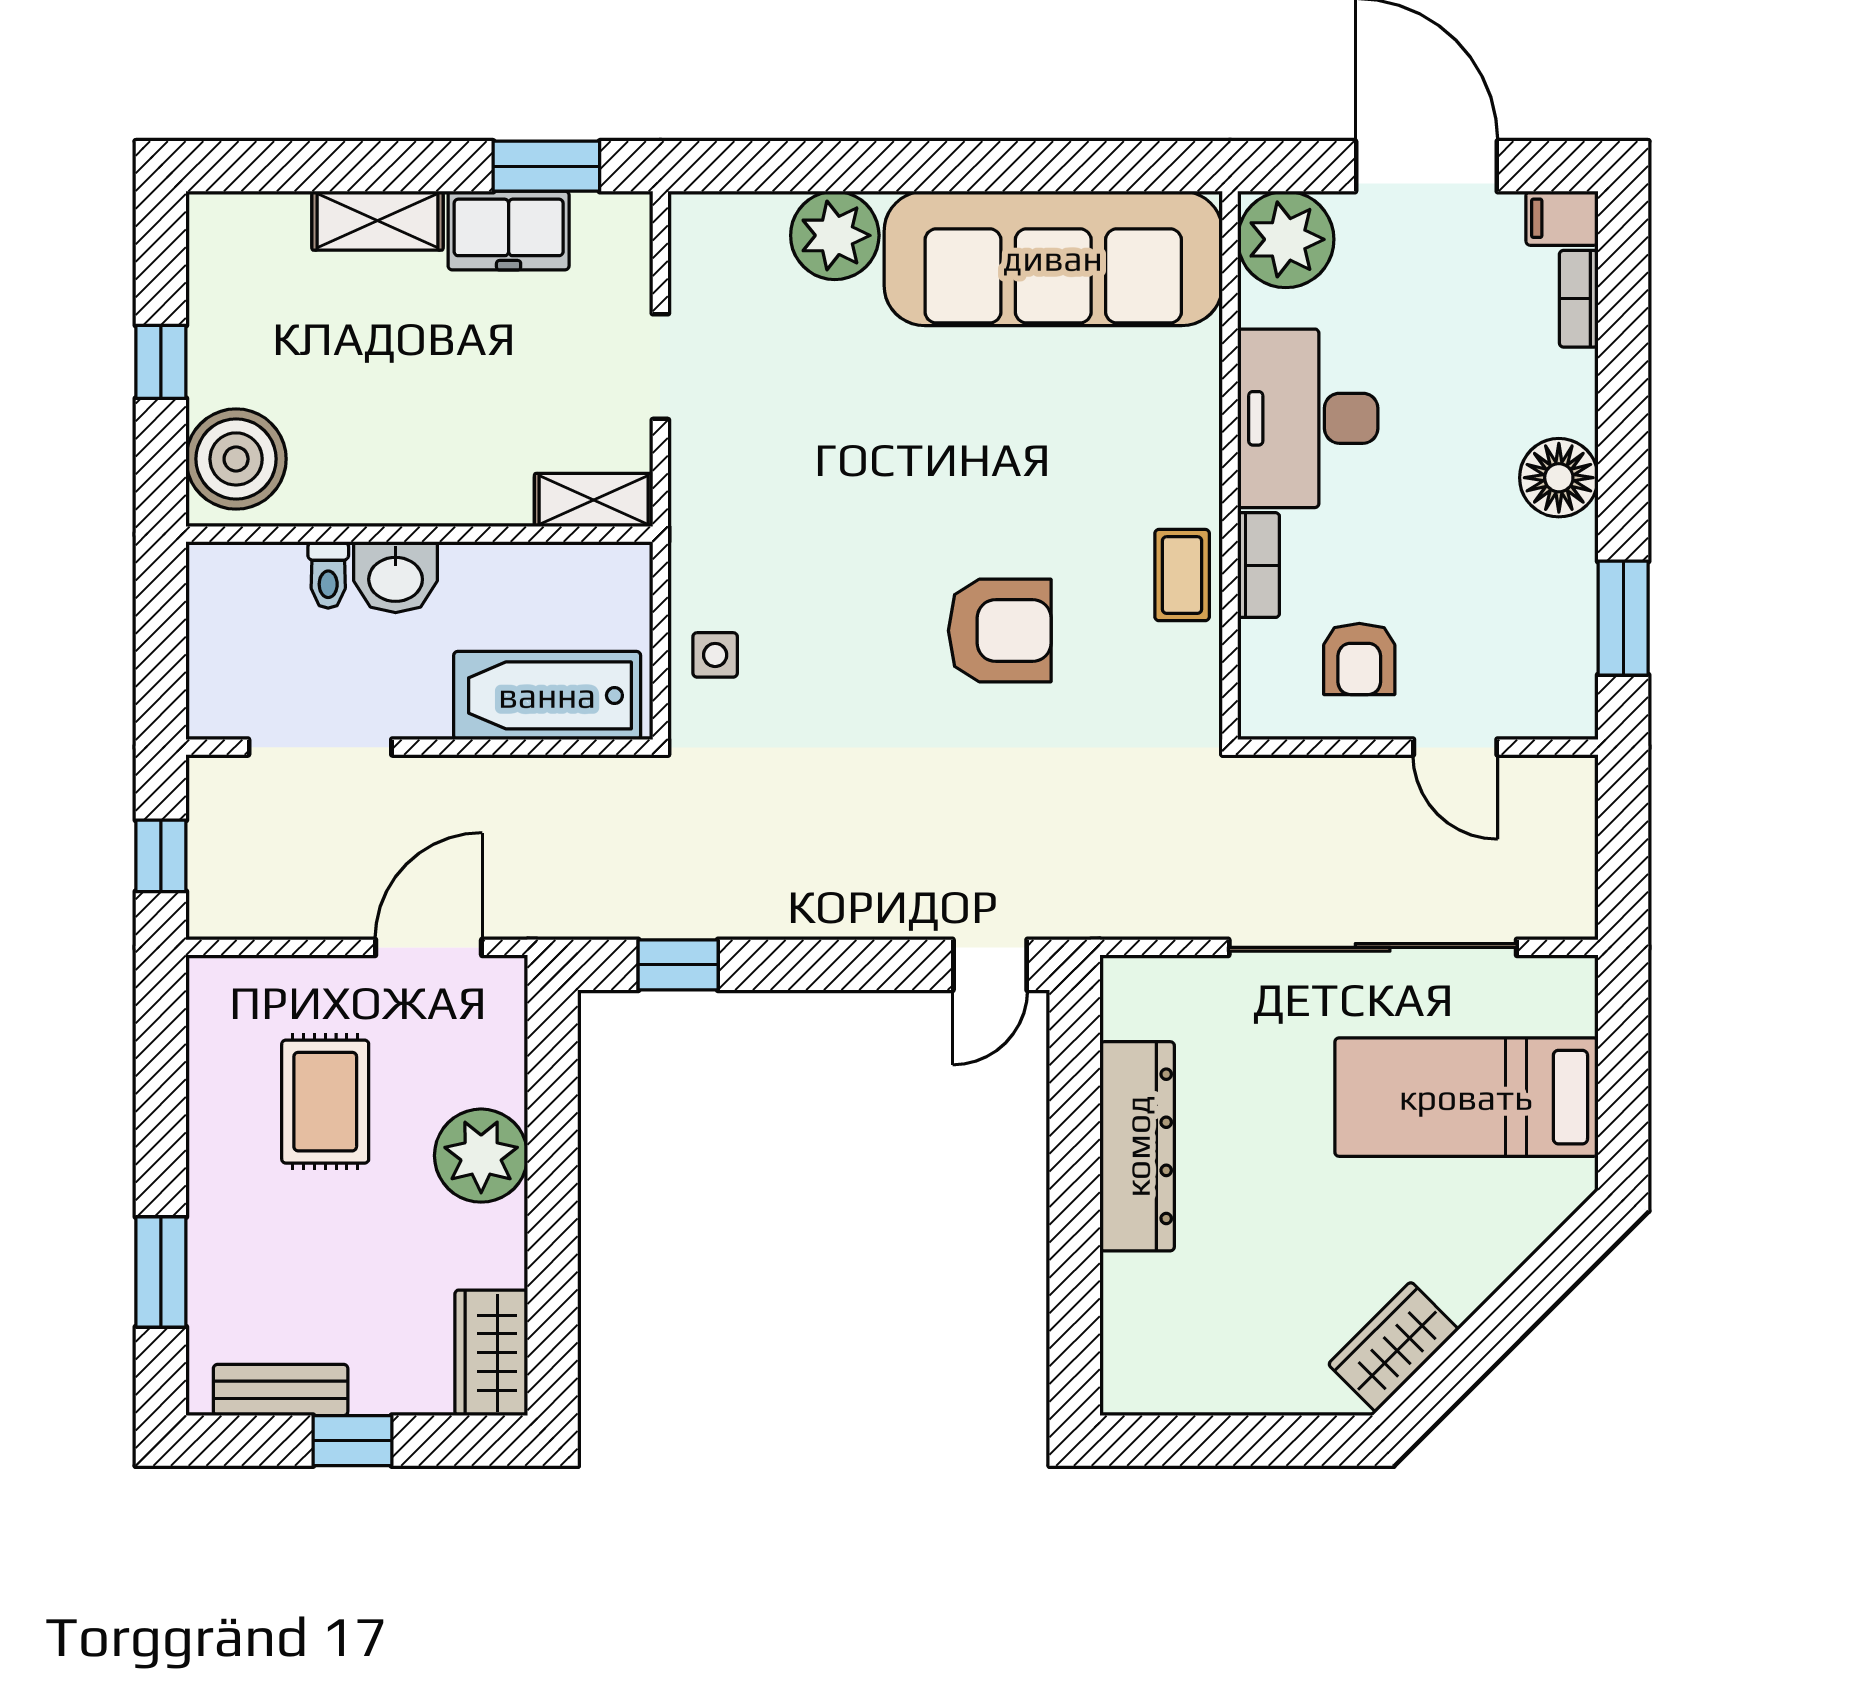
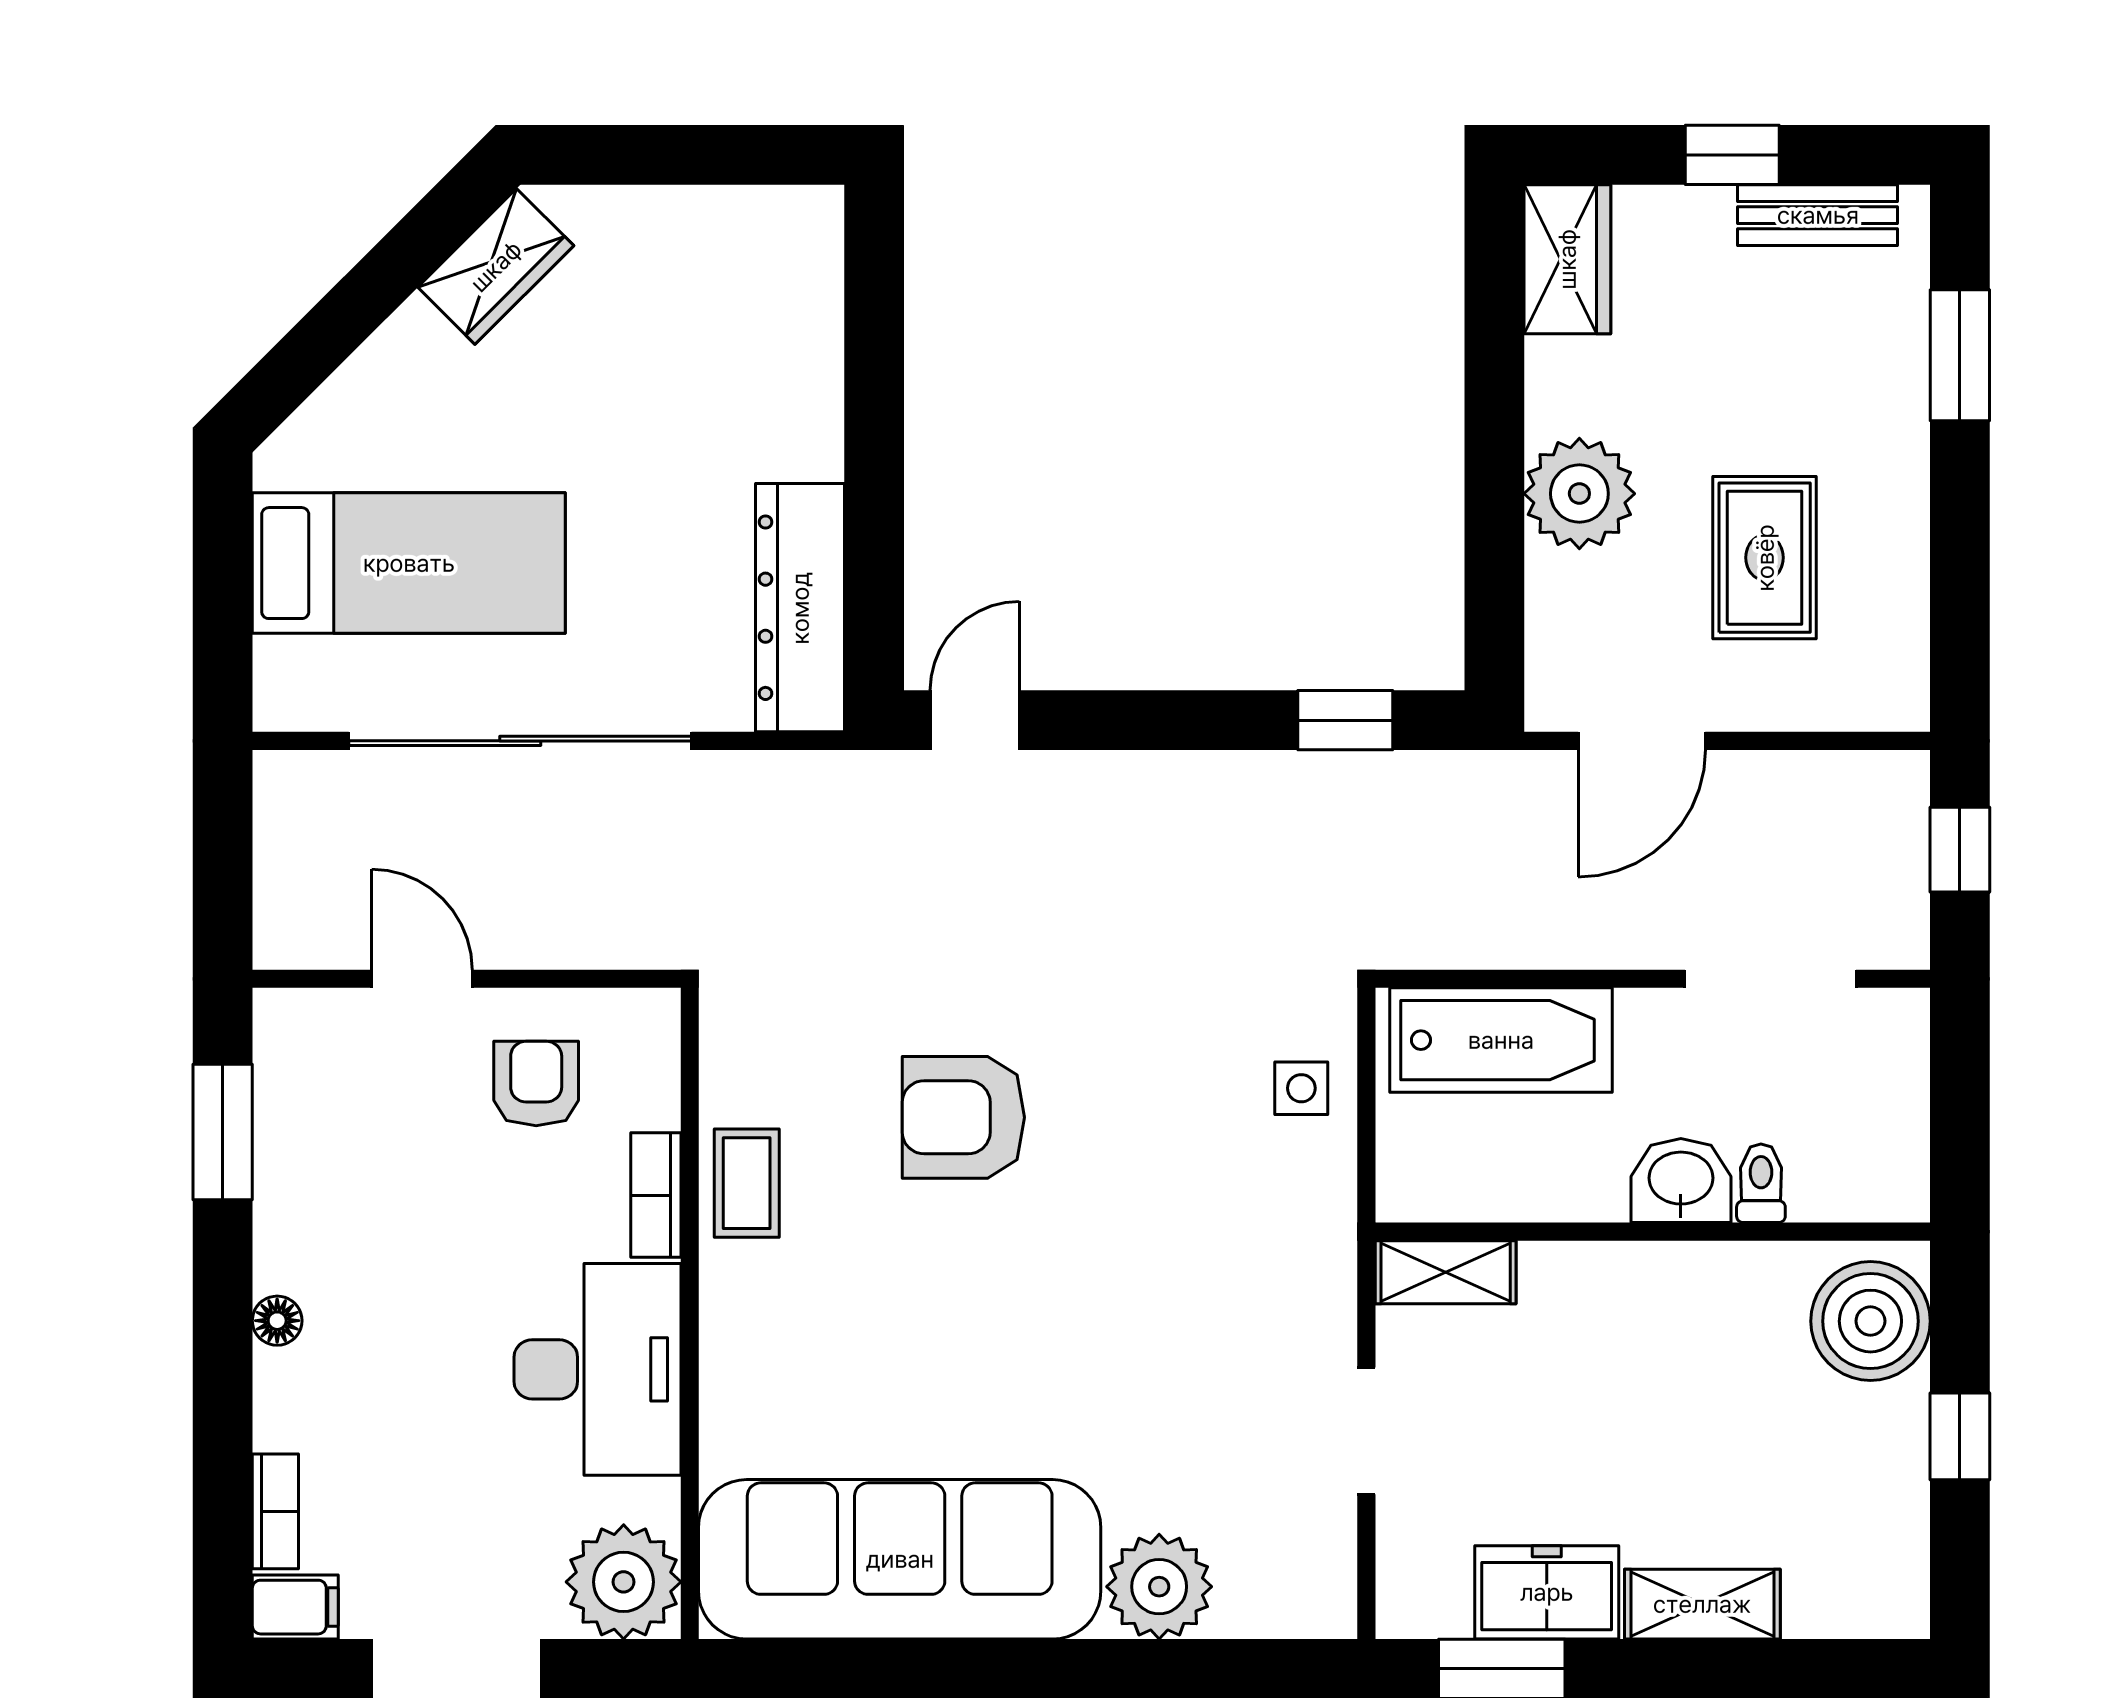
floor lamp: (1559, 478) -> (277, 1321), width x0.53, depth x0.53
dresser: (1137, 1146) -> (800, 608), moved

